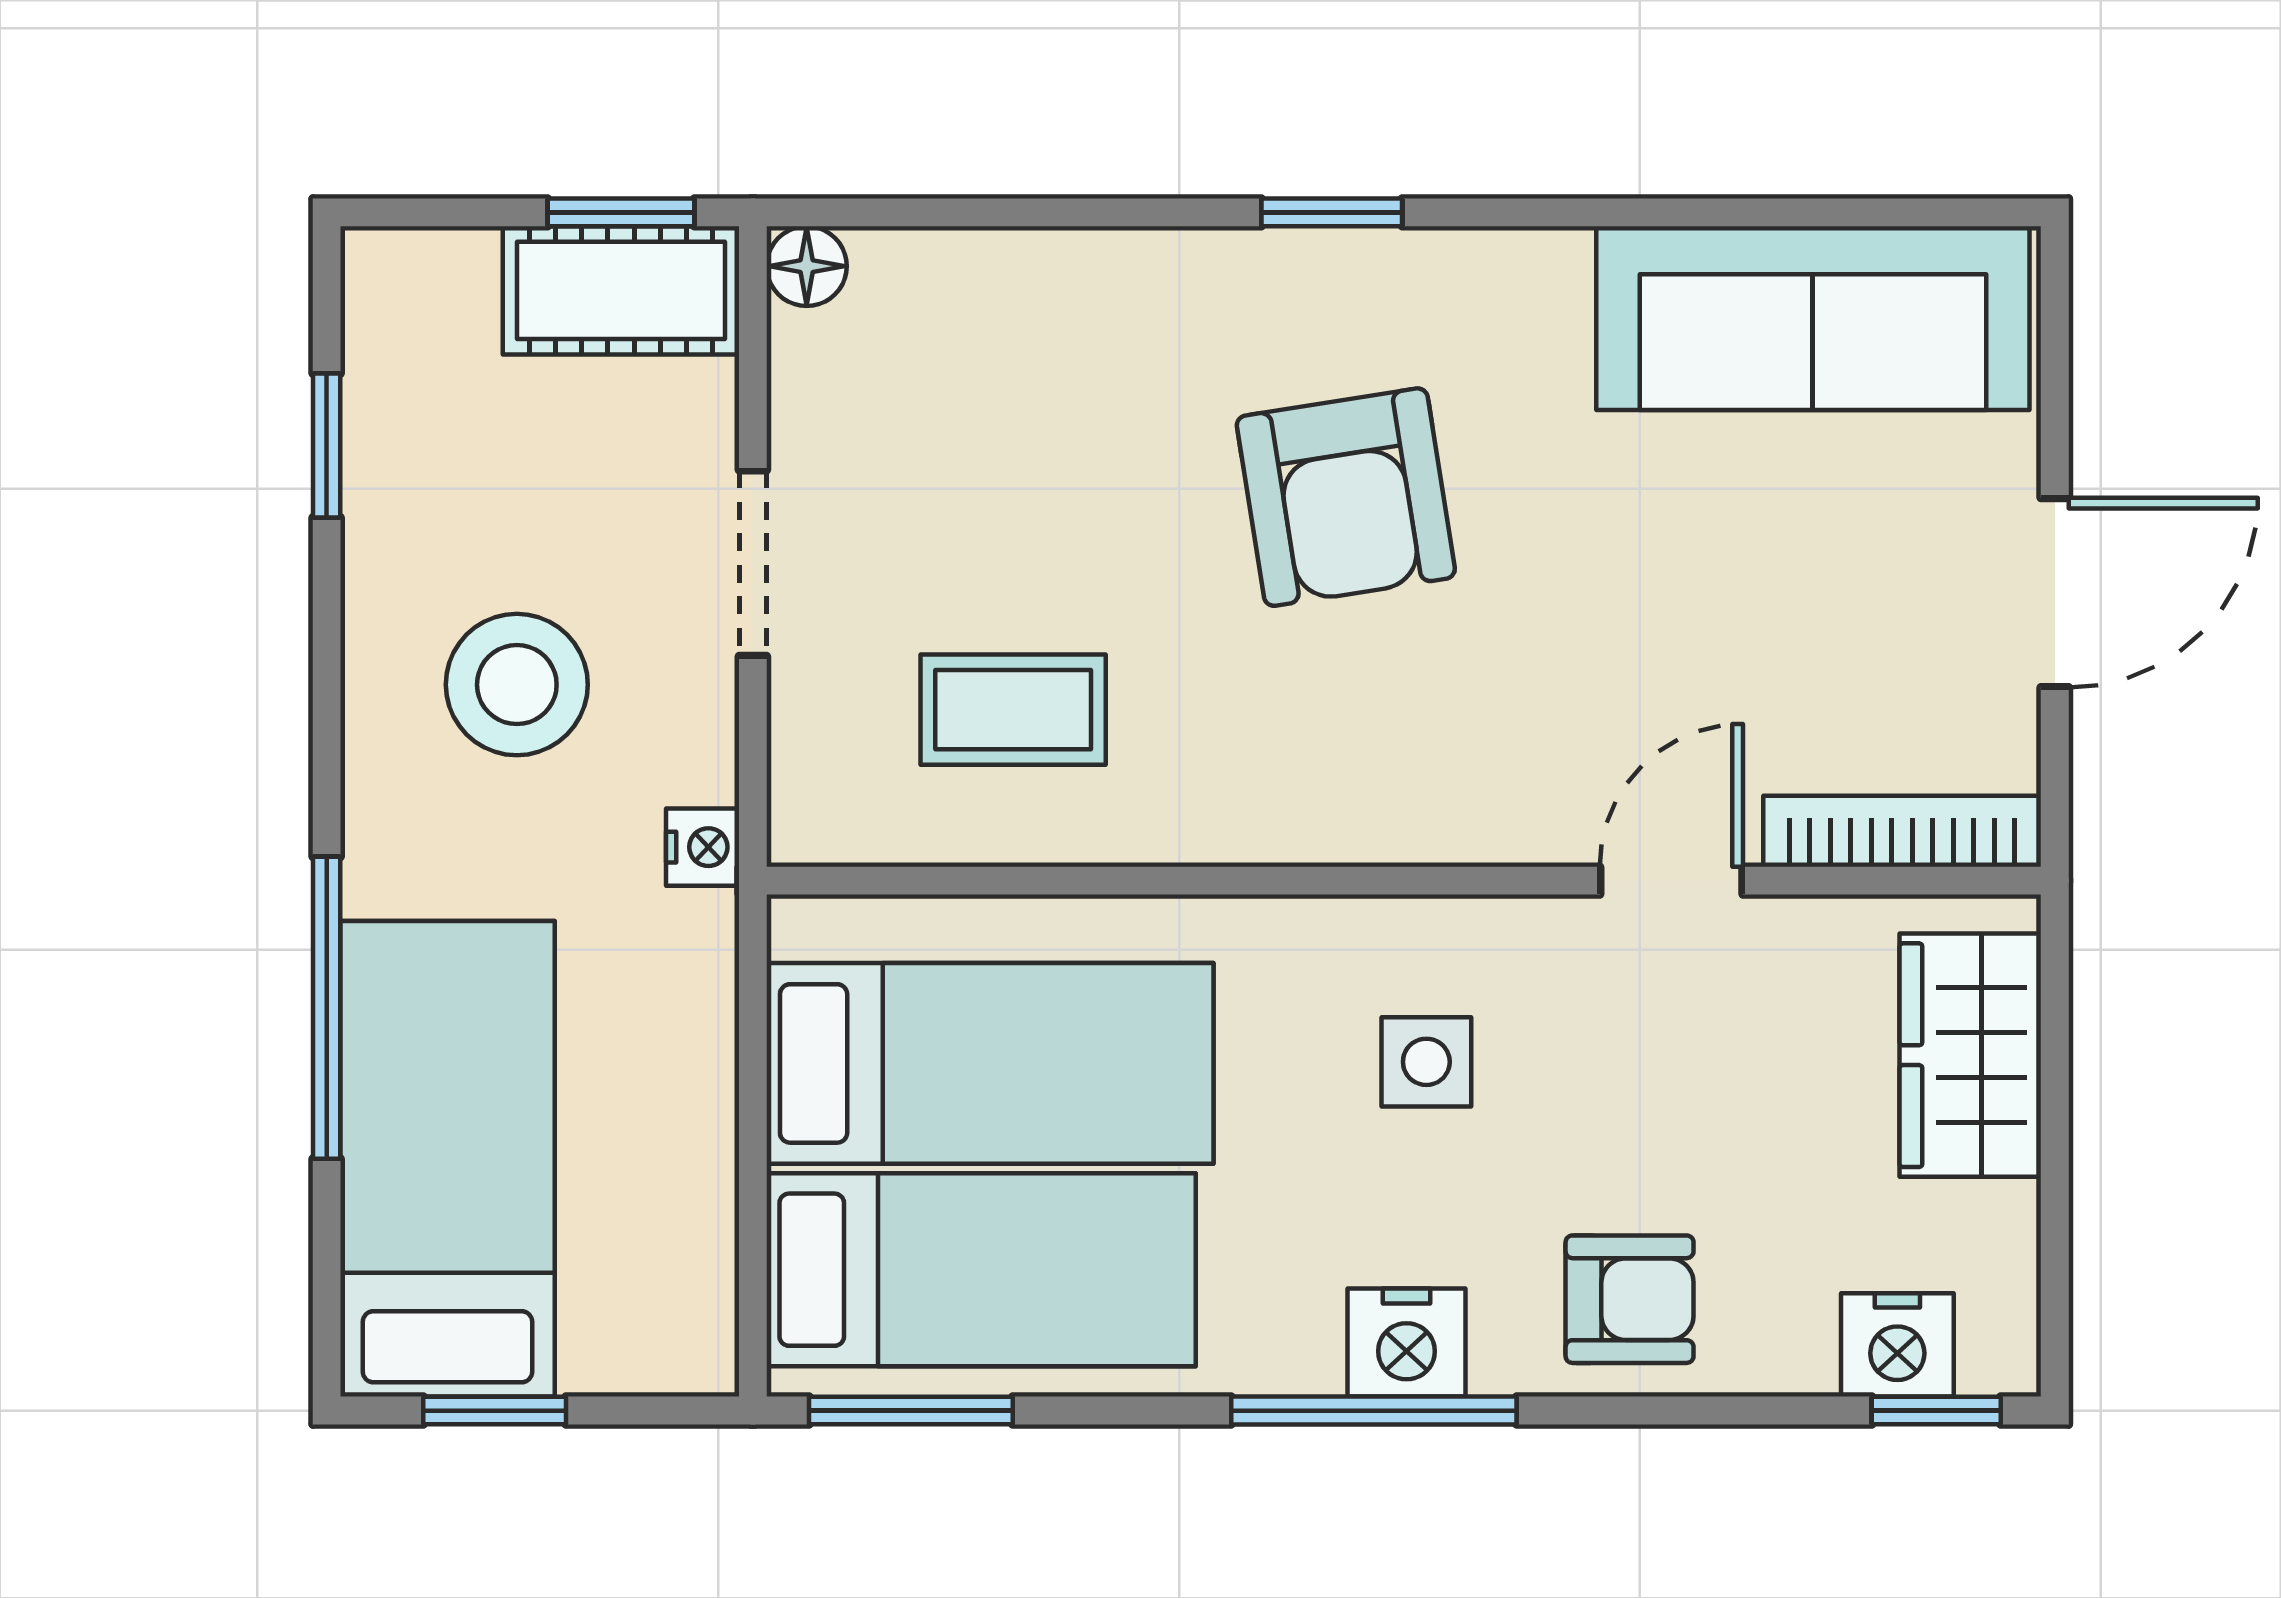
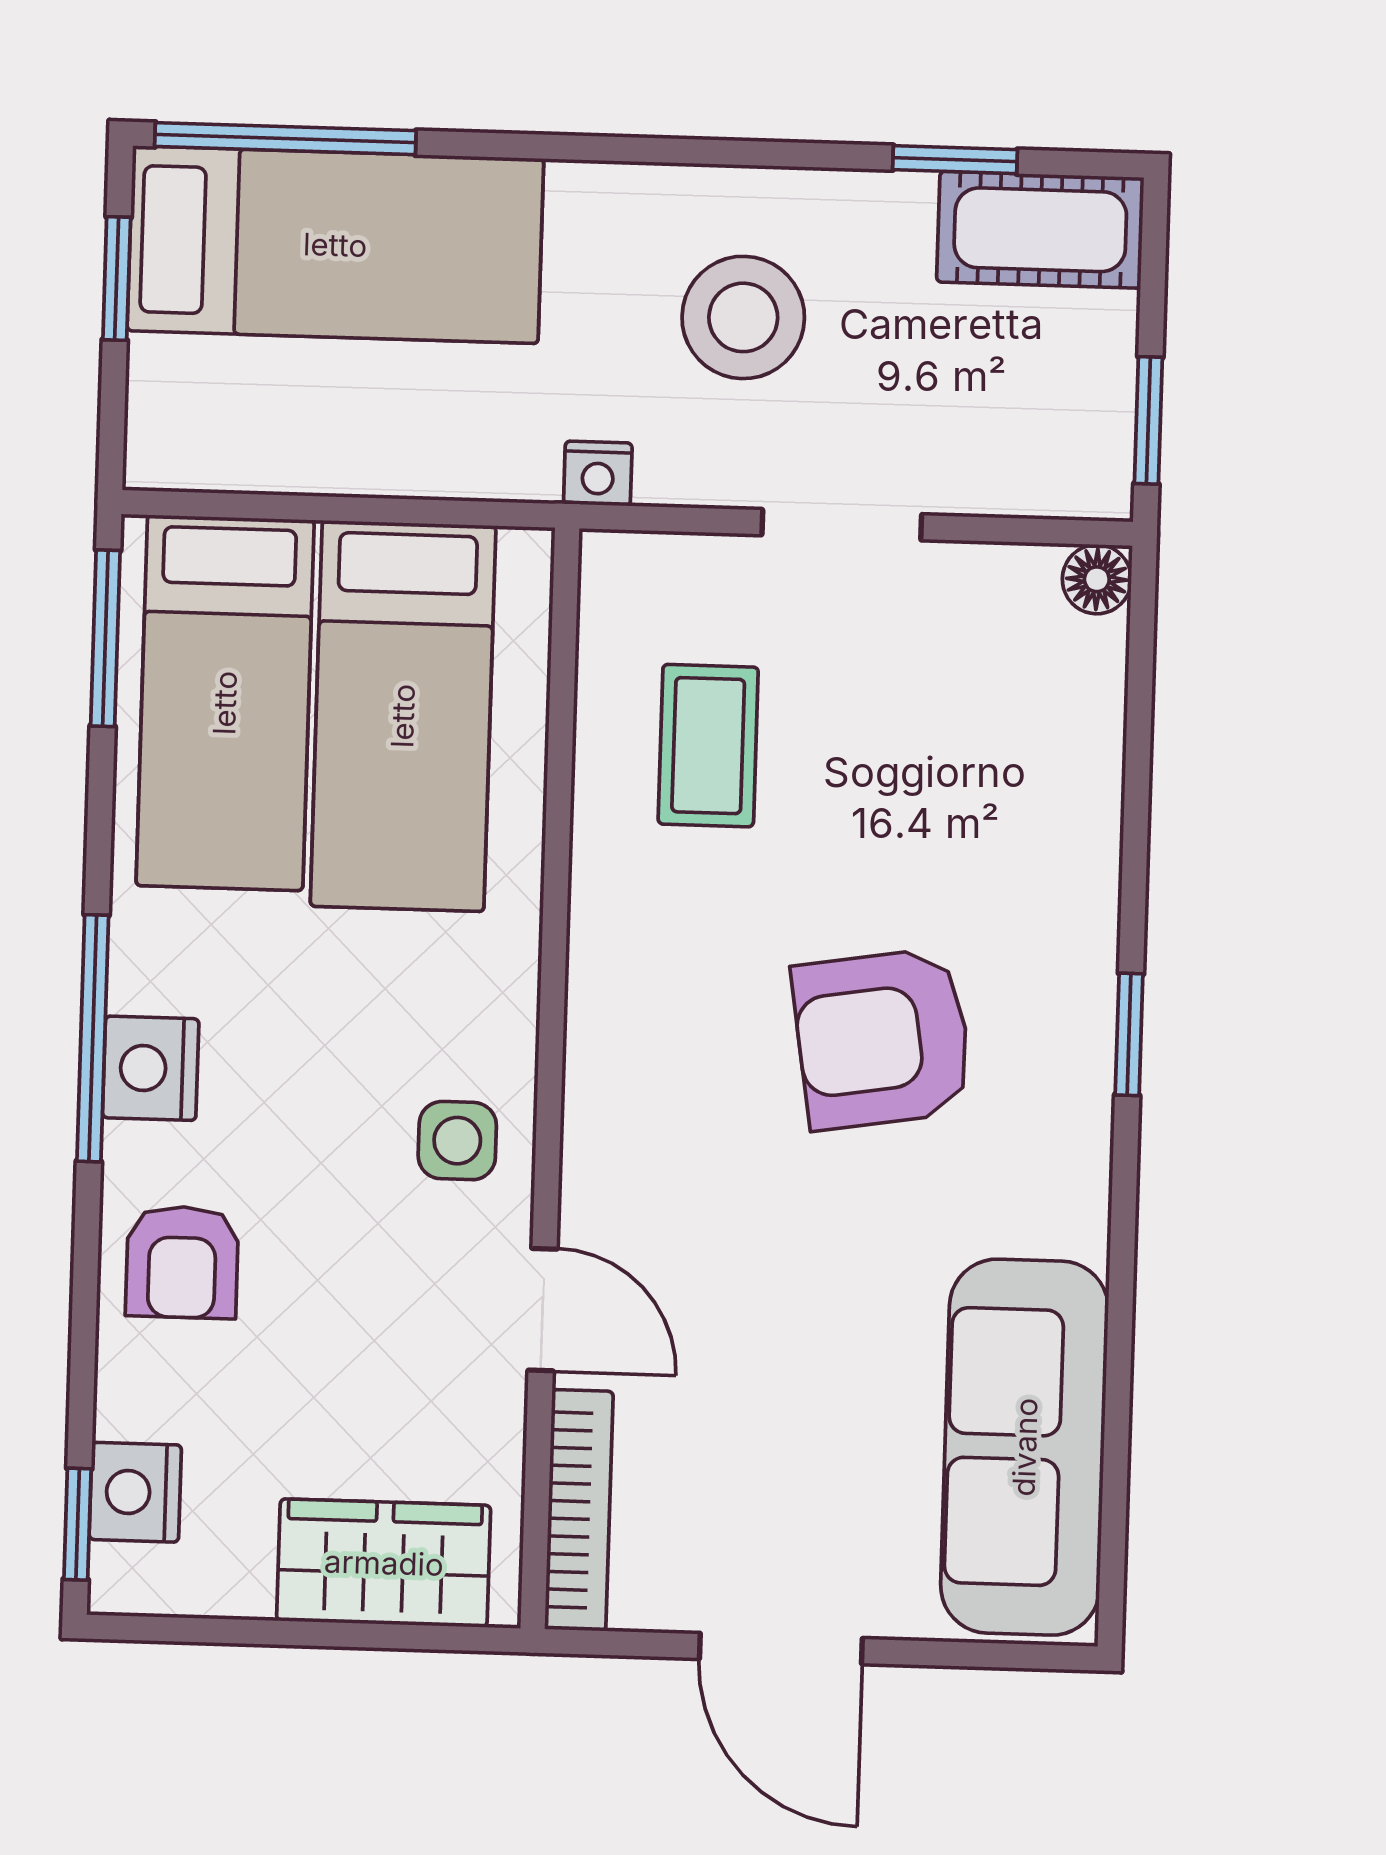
cot: (621, 290) -> (1040, 230), moved, turned 90
window: (327, 1008) -> (285, 139), moved
side table: (1426, 1062) -> (457, 1141), moved

